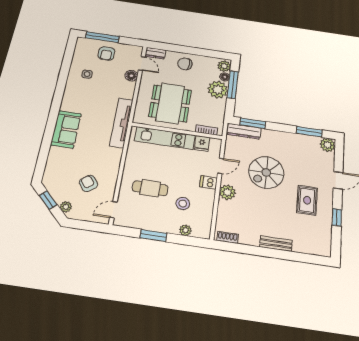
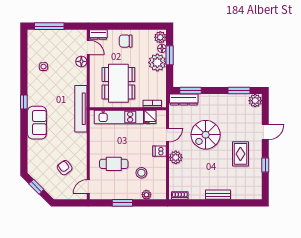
armchair: (106, 53) -> (56, 43), removed
window: (233, 85) -> (170, 55), width x0.69
window: (56, 106) -> (24, 102), added
plant: (66, 207) -> (51, 190), removed

